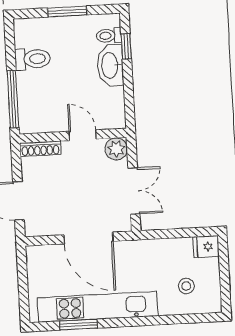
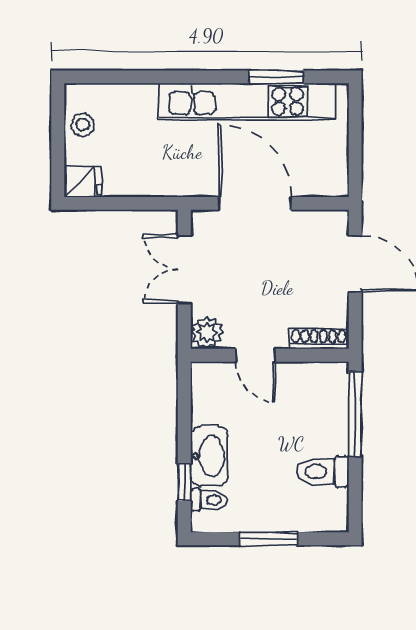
stool: (186, 286) -> (83, 125), moved

